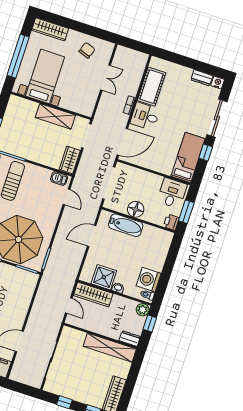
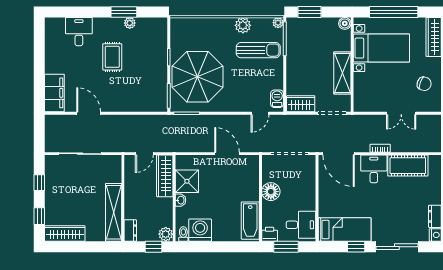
boiler: (14, 101) -> (345, 23), added
bathtub: (126, 225) -> (250, 221), moved

